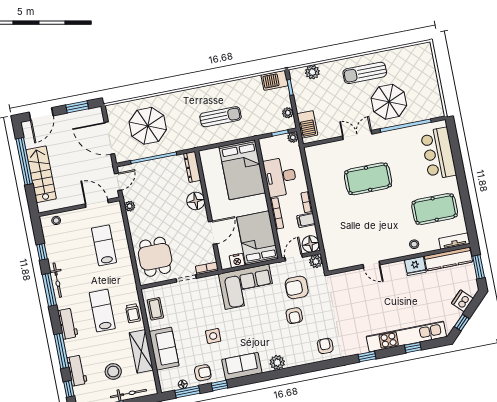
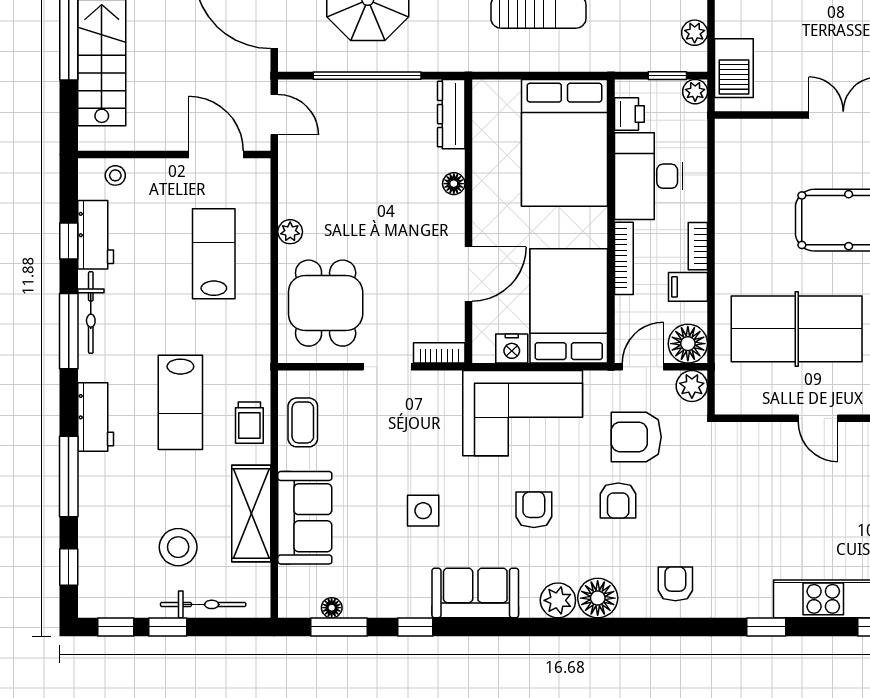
printer: (267, 152) -> (629, 114), added
door: (118, 182) -> (274, 115), hinge flipped
floor lamp: (196, 201) -> (454, 184), width x0.53, depth x0.53
plant: (130, 206) -> (290, 232), moved
table tennis table: (355, 229) -> (797, 329), added
lab bench: (102, 311) -> (180, 402), turned 180
floor lamp: (294, 358) -> (598, 598), added
workbench: (77, 370) -> (96, 235), moved
armchair: (203, 373) -> (534, 510), moved, turned -90

